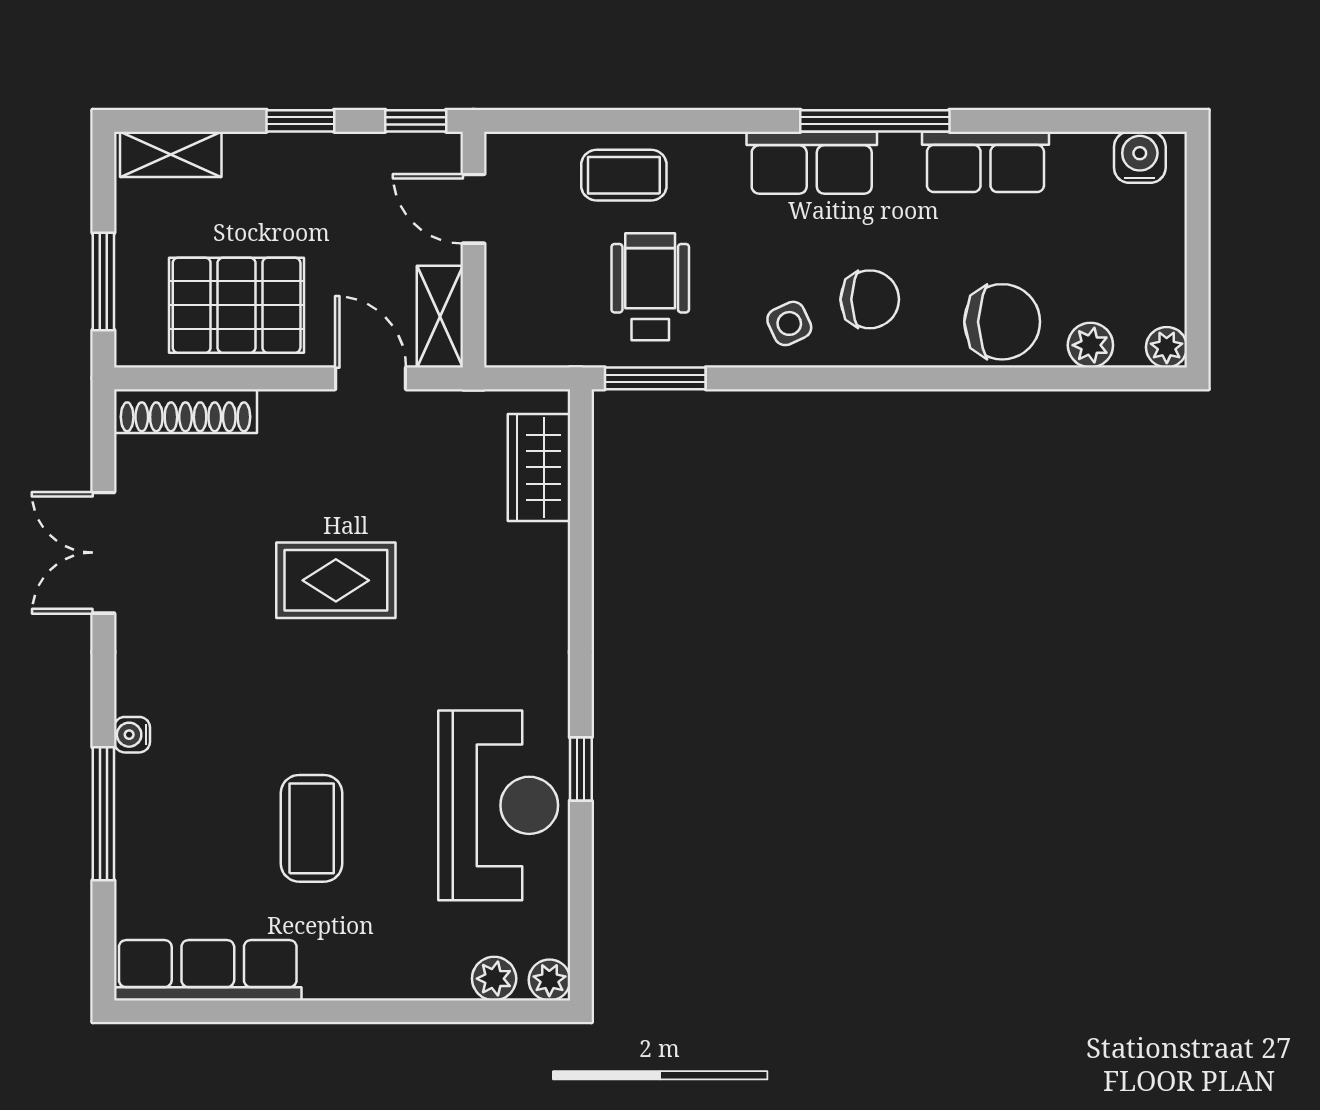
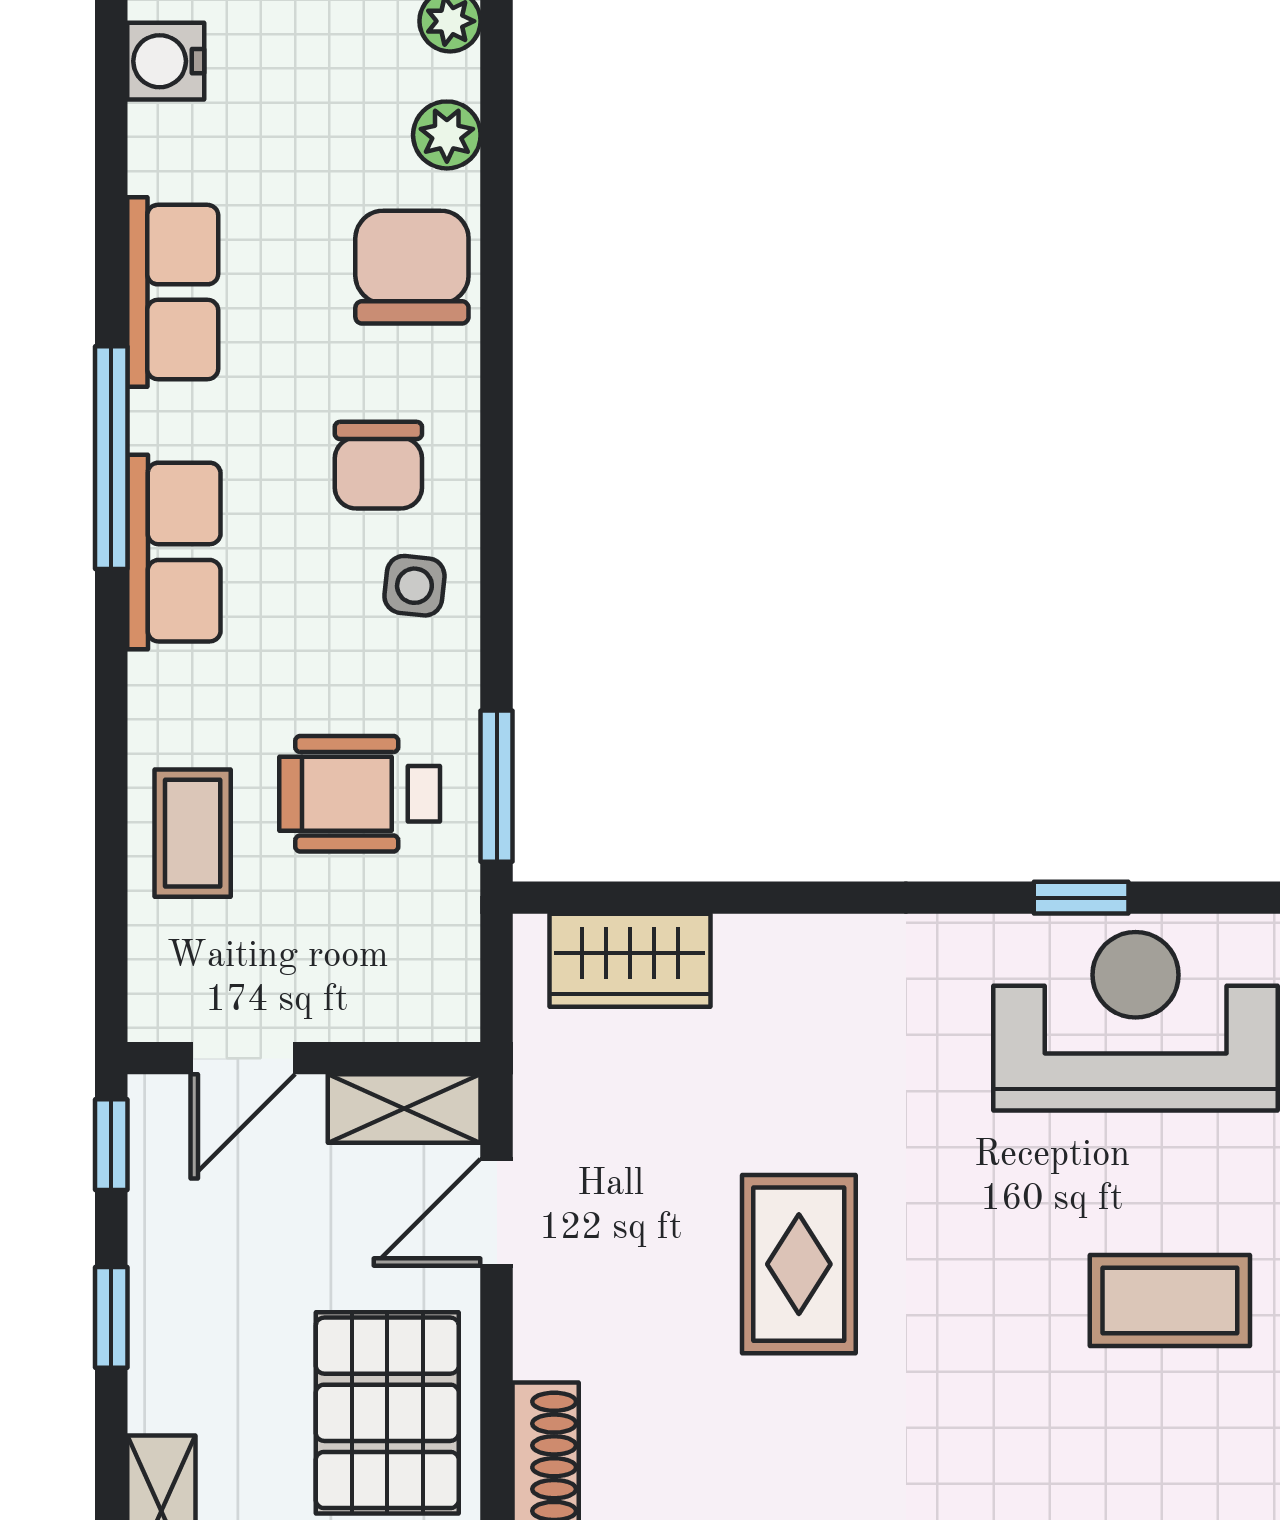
chair: (870, 299) -> (378, 465), turned 180
side table: (789, 323) -> (414, 586), turned 31

